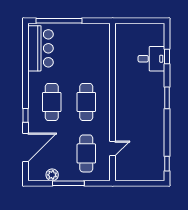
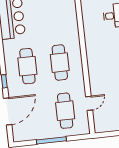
plant: (52, 175) -> (35, 134), removed

